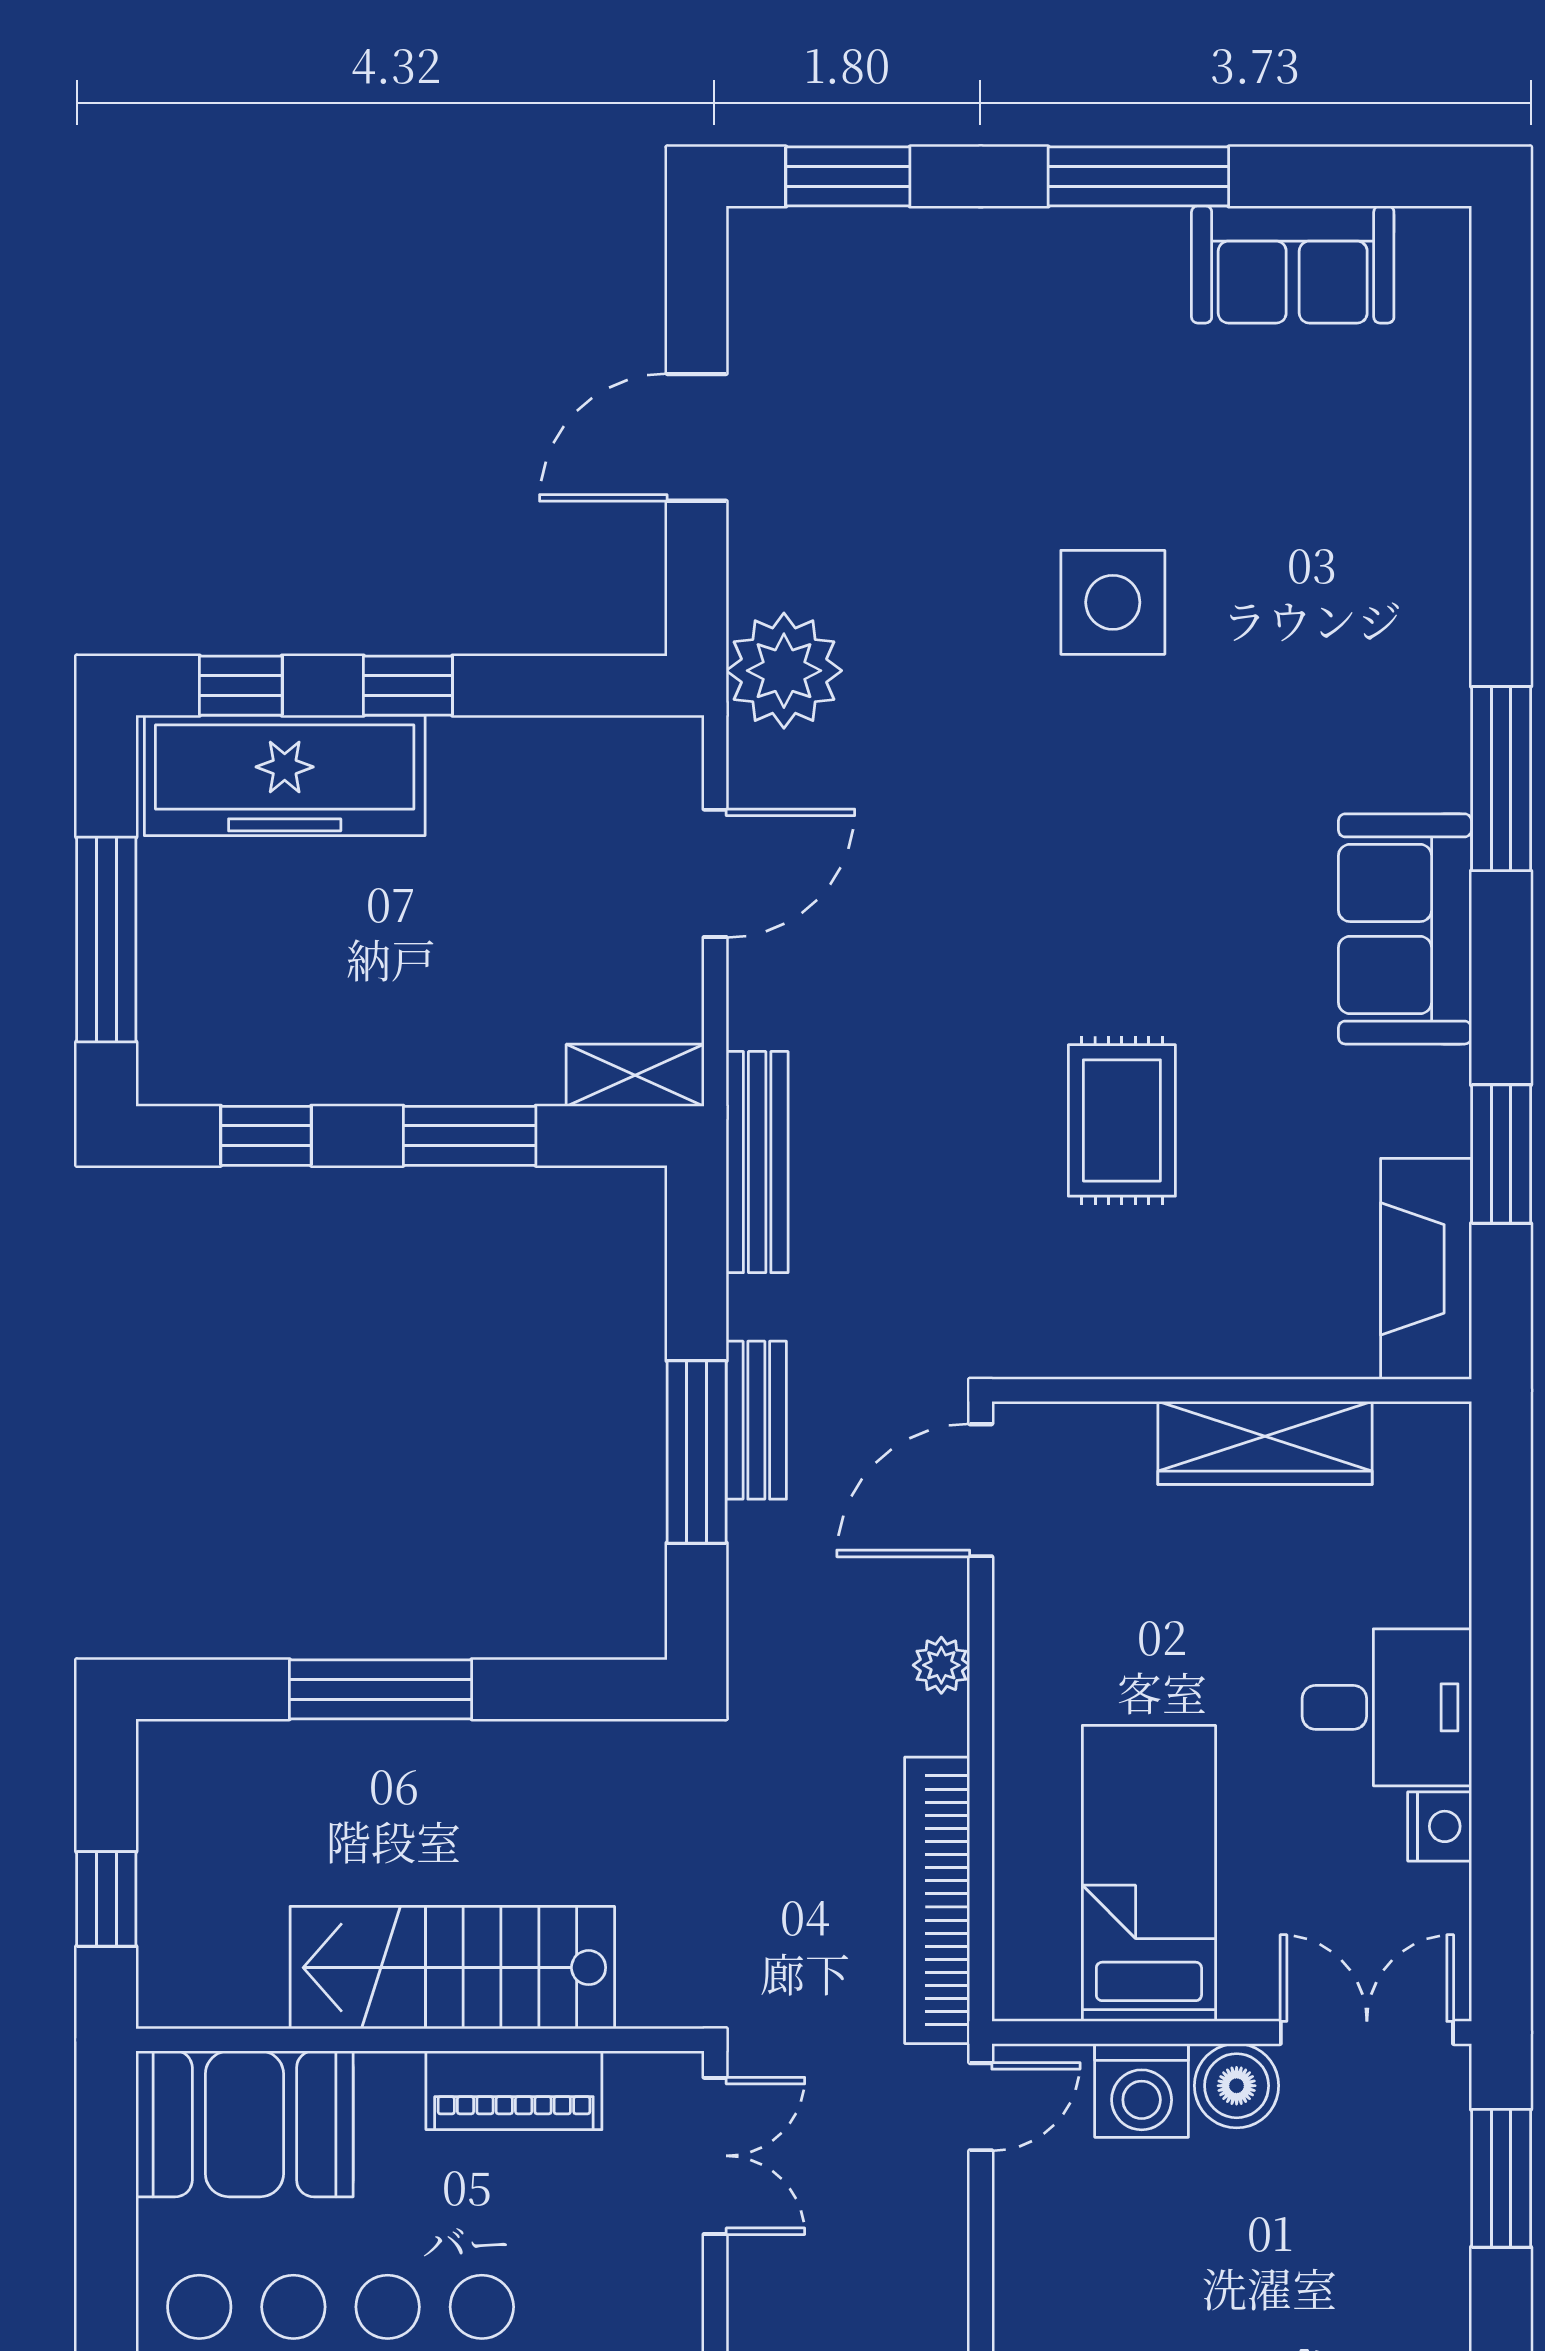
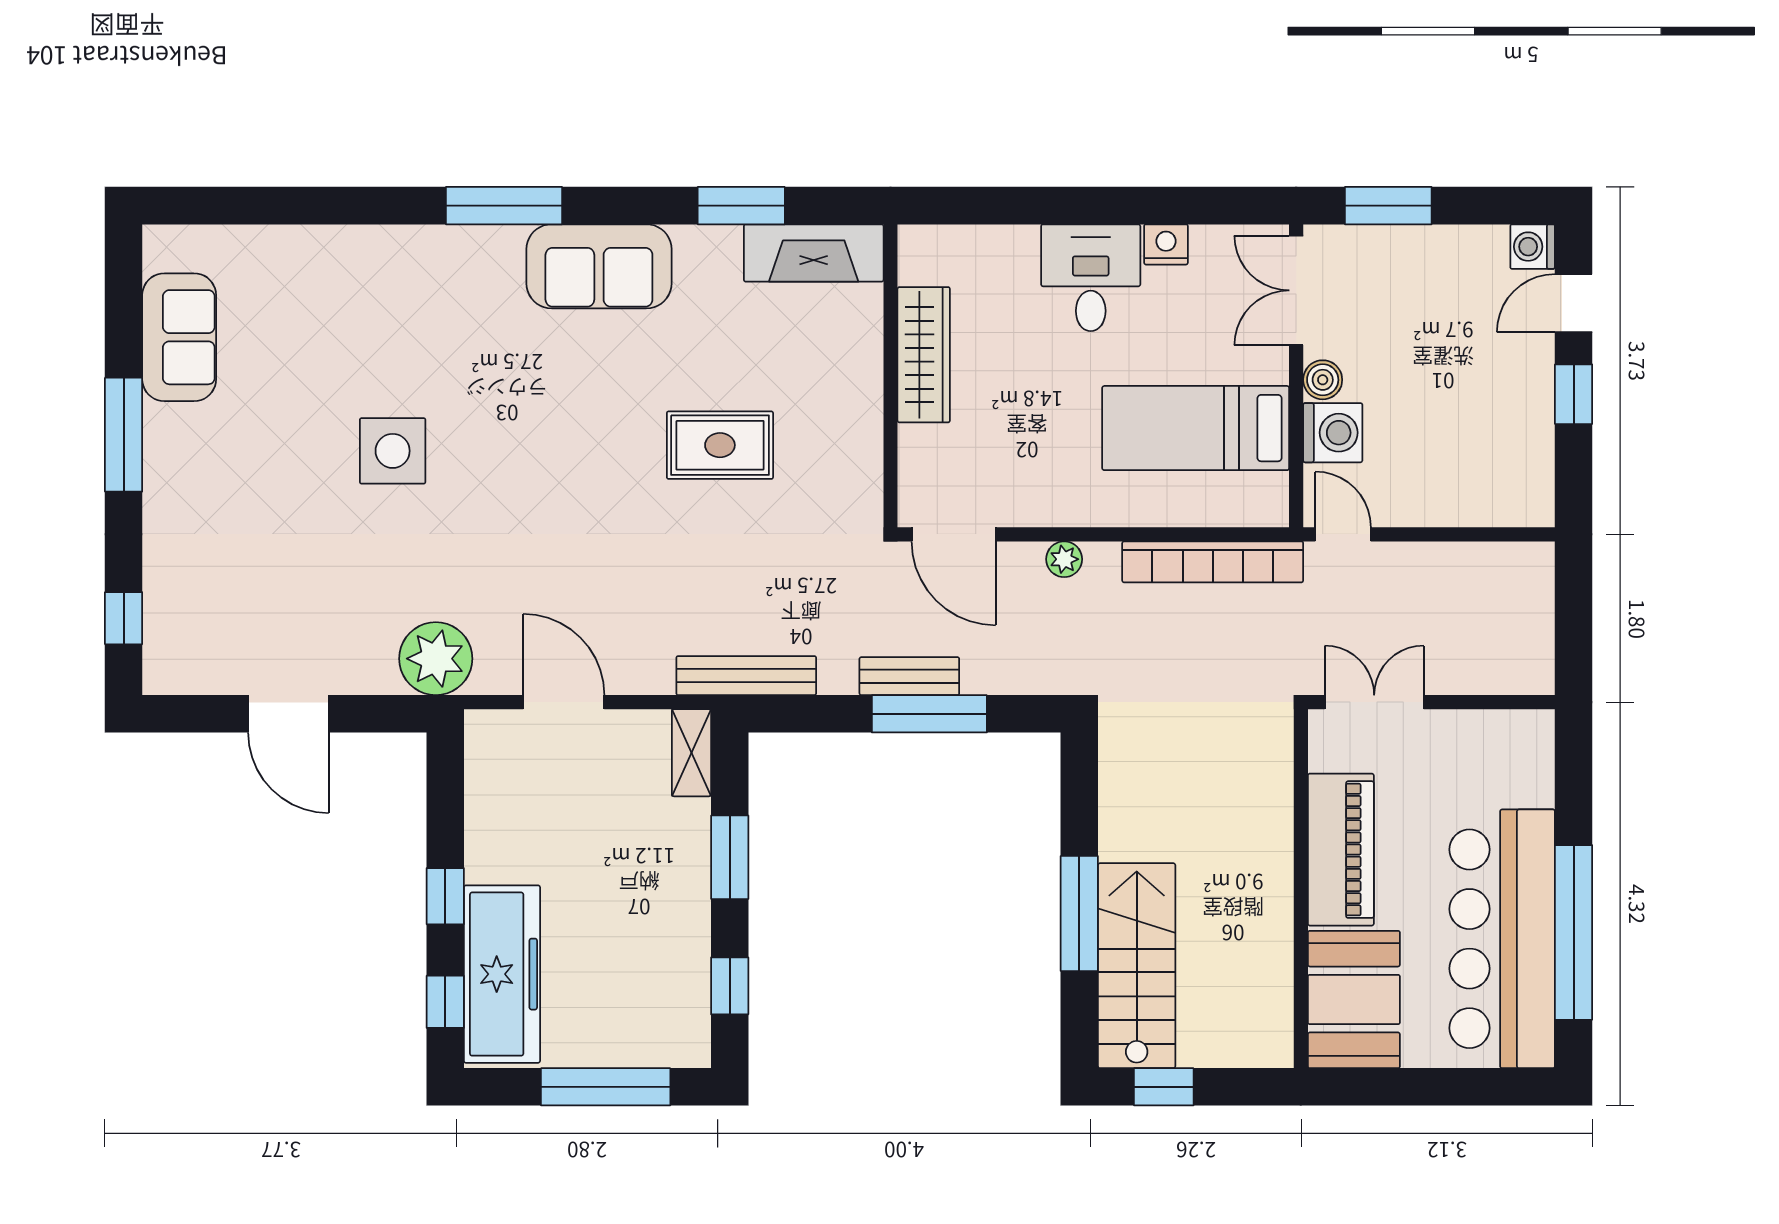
window: (848, 176) -> (124, 618), width x0.67
window: (106, 1899) -> (1164, 1087), moved
stairs: (452, 1968) -> (1137, 966), moved, turned 180
boiler: (1237, 2086) -> (1323, 380), width x0.73, depth x0.73
piano: (514, 2090) -> (1341, 850), width x1.37, depth x1.33

